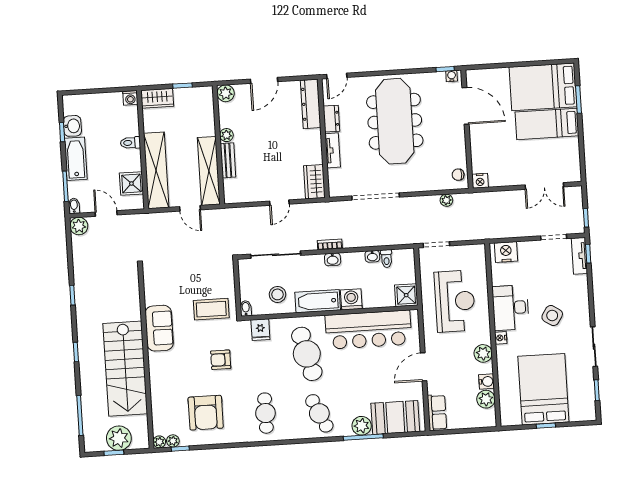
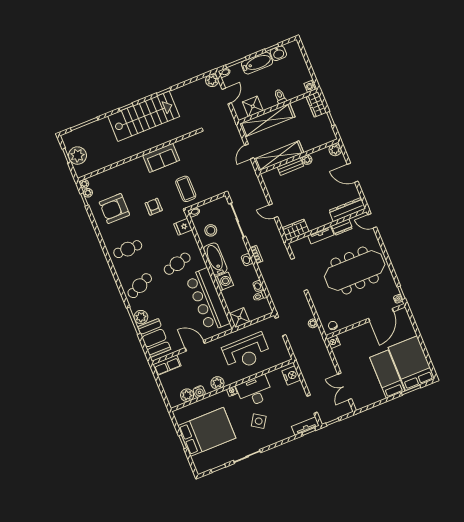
cafe table: (307, 354) -> (177, 264), width x0.73, depth x0.74
stairs: (125, 369) -> (144, 116), moved, turned 180

